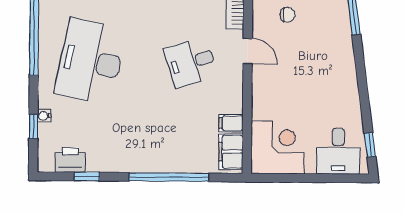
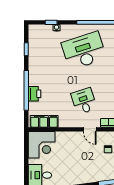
door: (248, 51) -> (90, 129), hinge flipped
desk: (90, 62) -> (84, 51), turned -30
printer: (70, 160) -> (34, 94), moved

